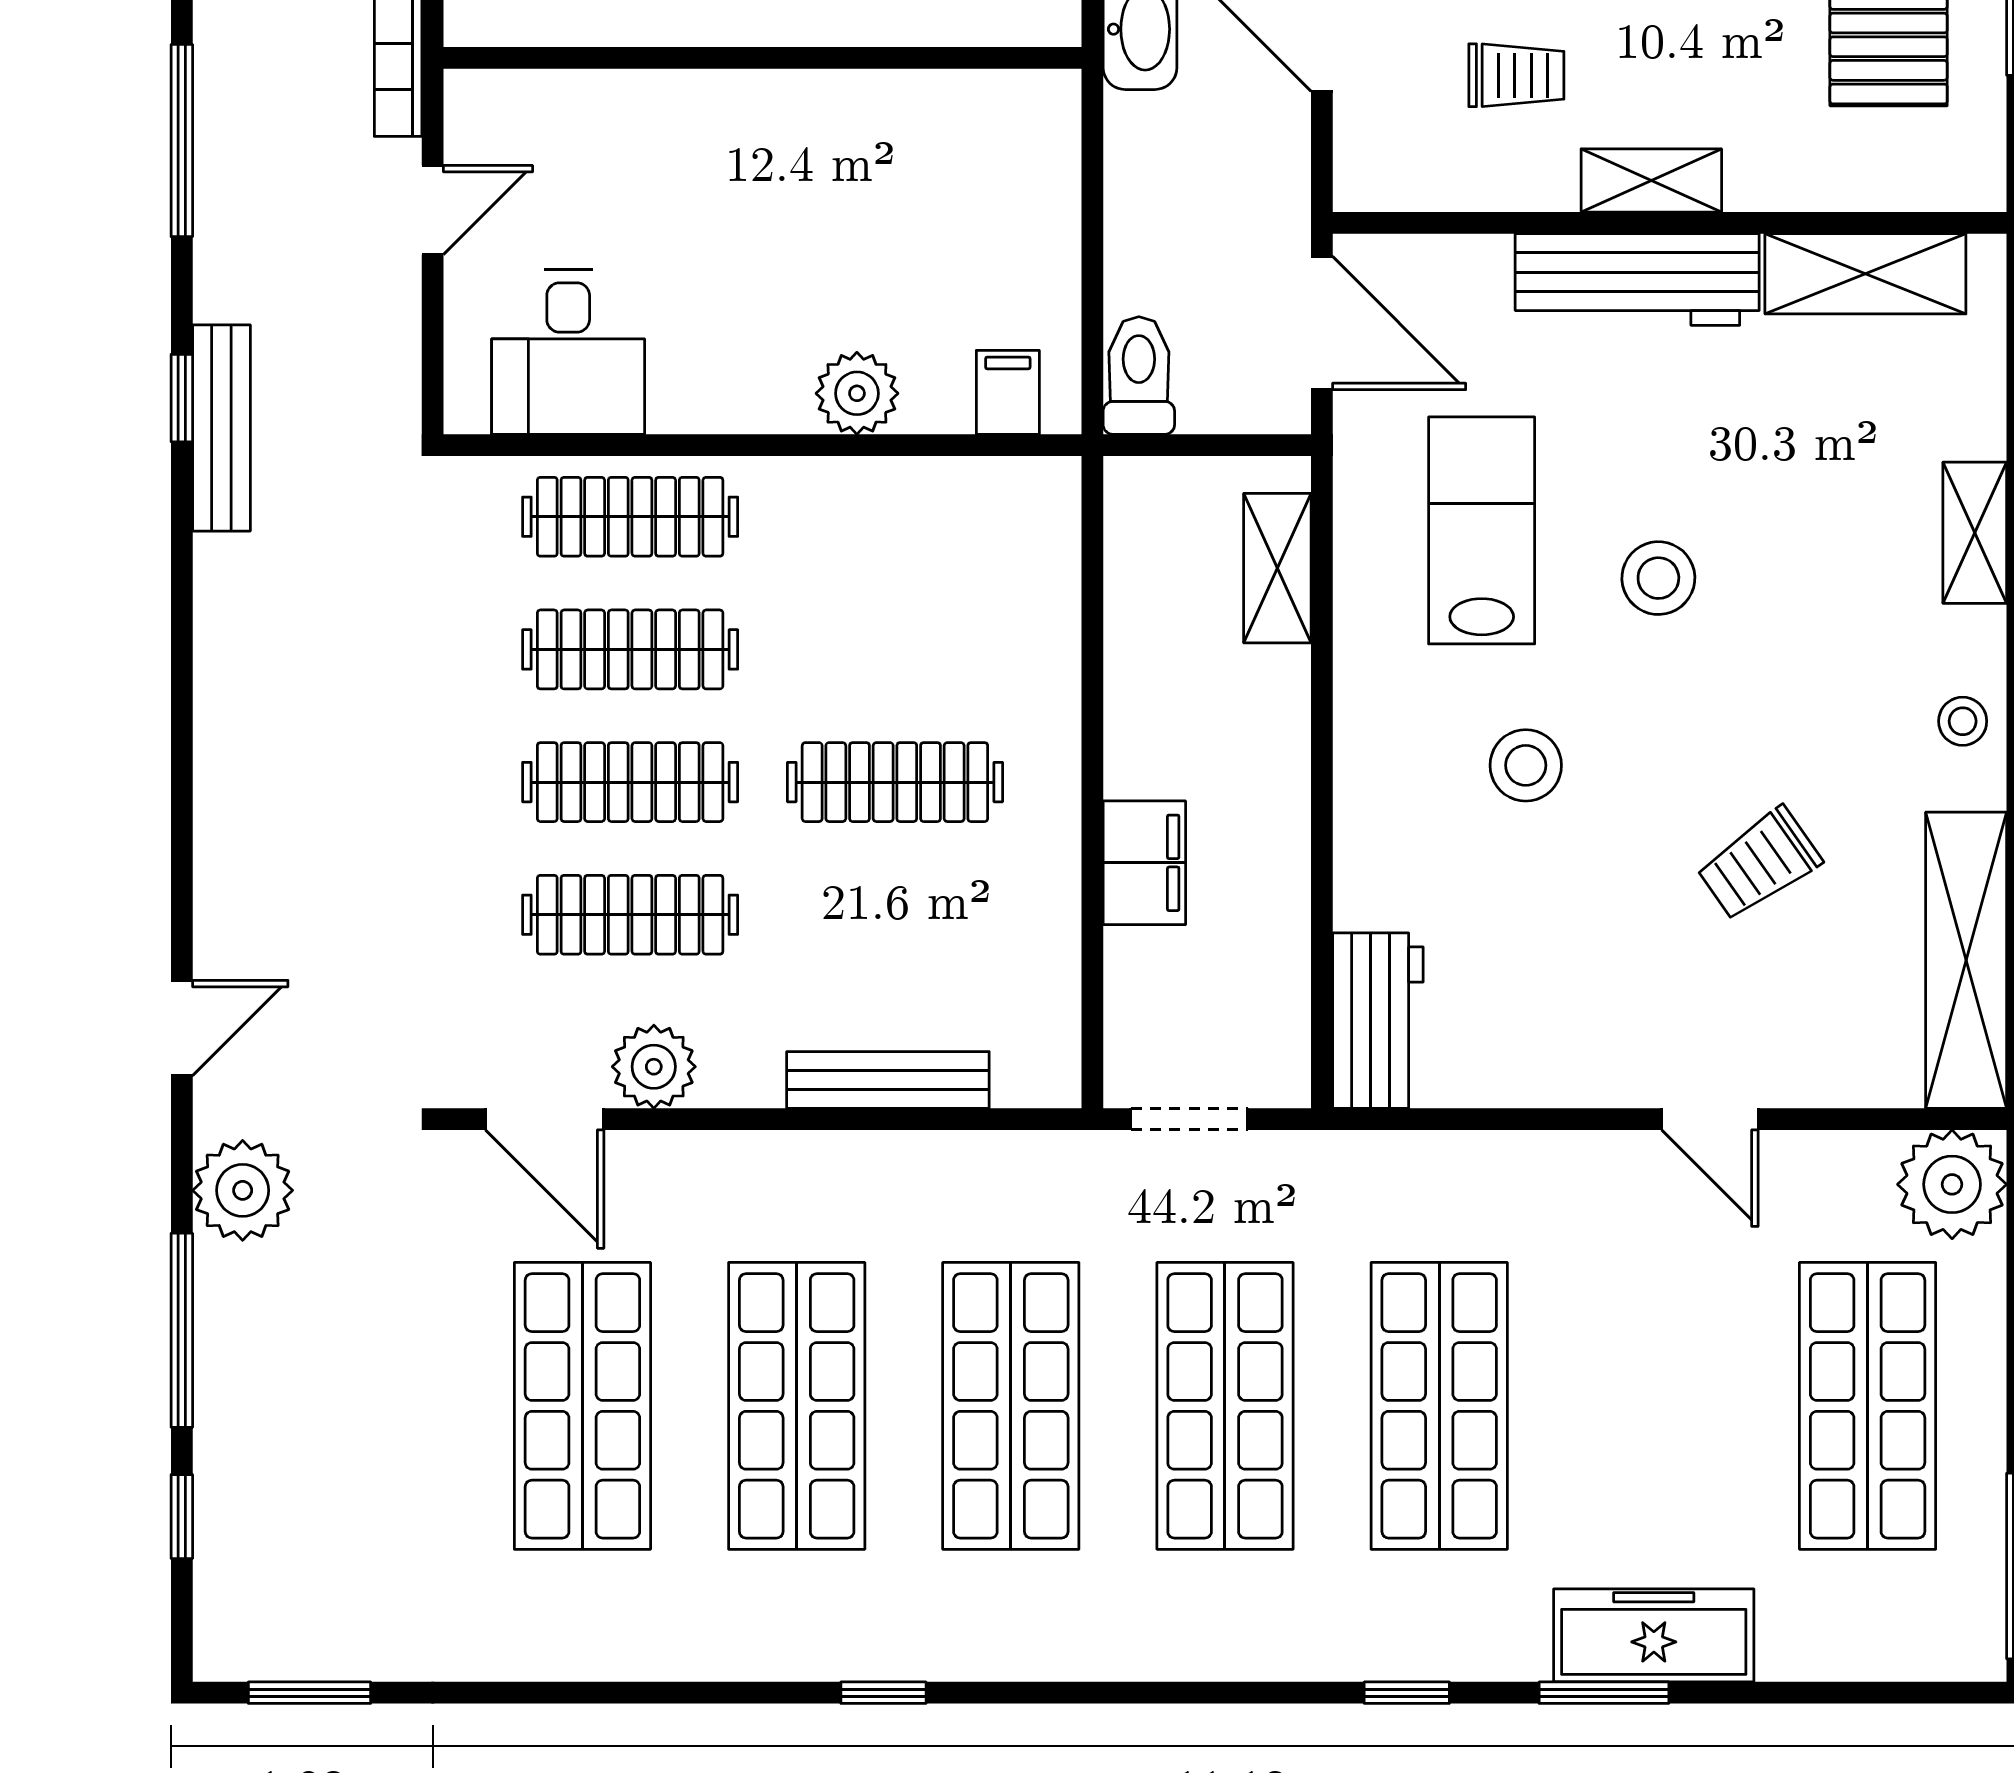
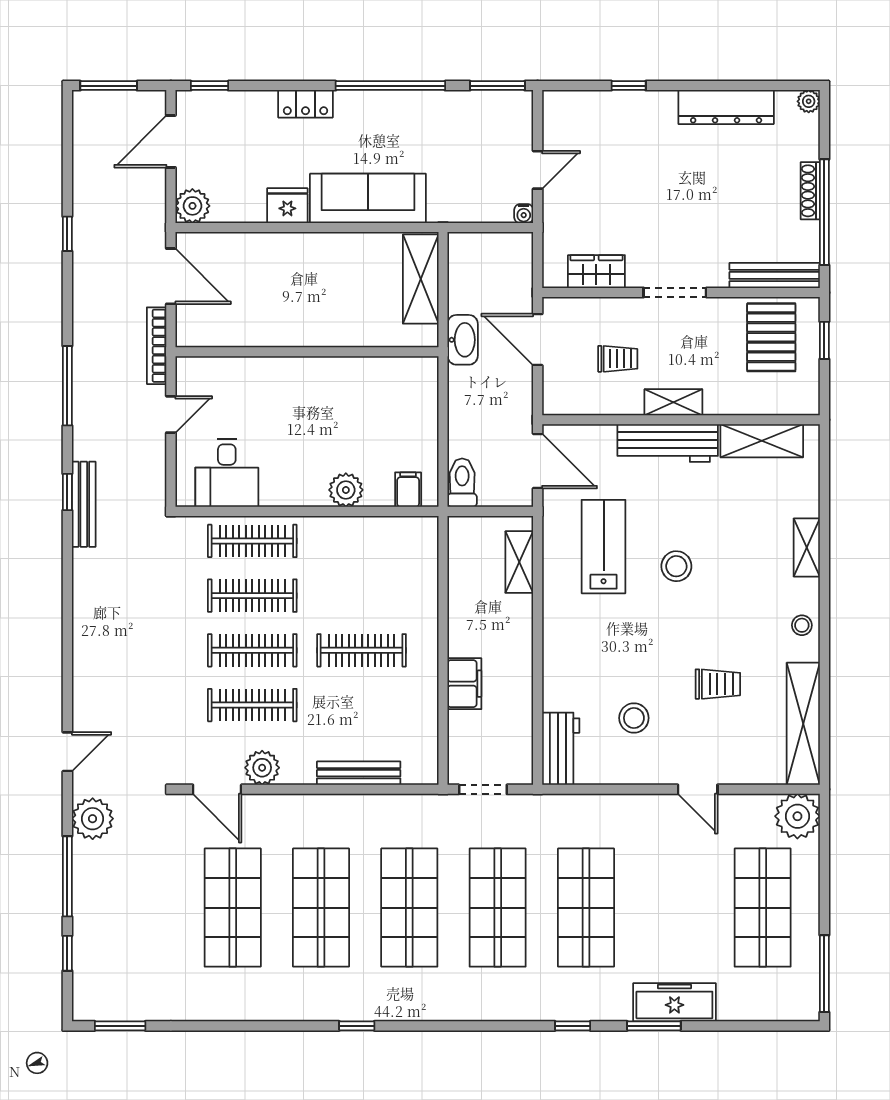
stool: (1526, 765) -> (634, 718), moved
trolley: (1759, 864) -> (718, 684), turned -145

